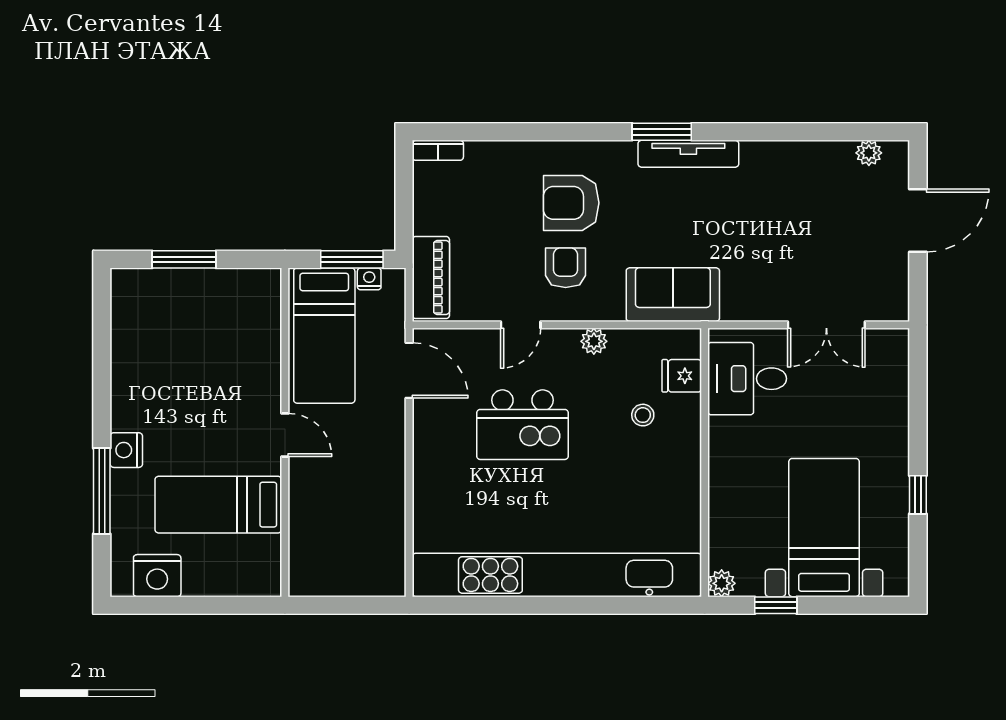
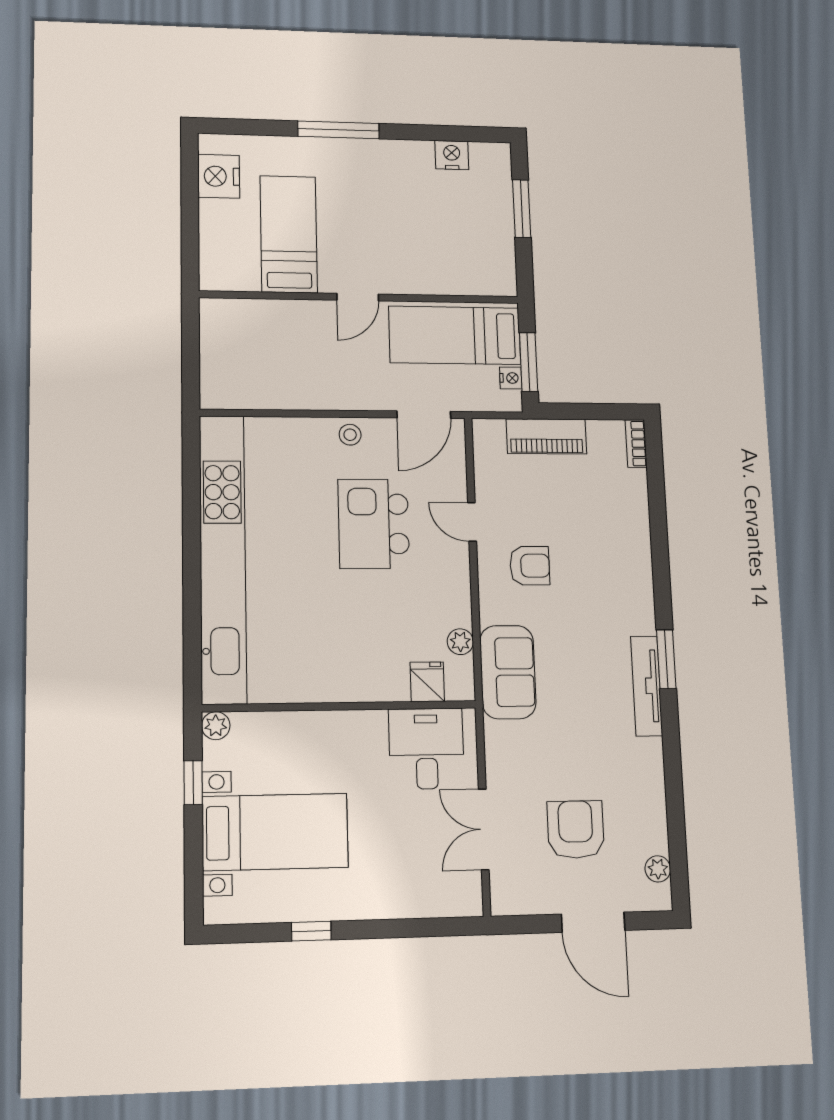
armchair: (571, 203) -> (576, 829), moved
piano: (431, 278) -> (546, 436), moved
plant: (594, 341) -> (460, 642), moved
stool: (643, 415) -> (350, 435), moved
nightstand: (126, 450) -> (452, 155), moved
window: (102, 491) -> (338, 130), moved

